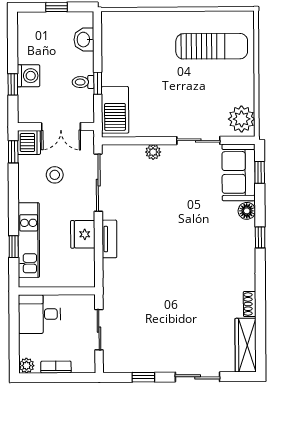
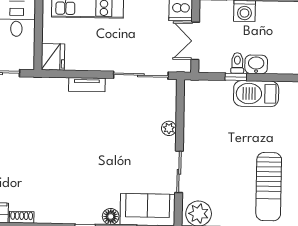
washbasin: (84, 40) -> (256, 64), moved
barbecue: (115, 110) -> (256, 94), moved
stool: (55, 175) -> (149, 34), removed
fridge: (83, 234) -> (53, 57), moved, turned 90

